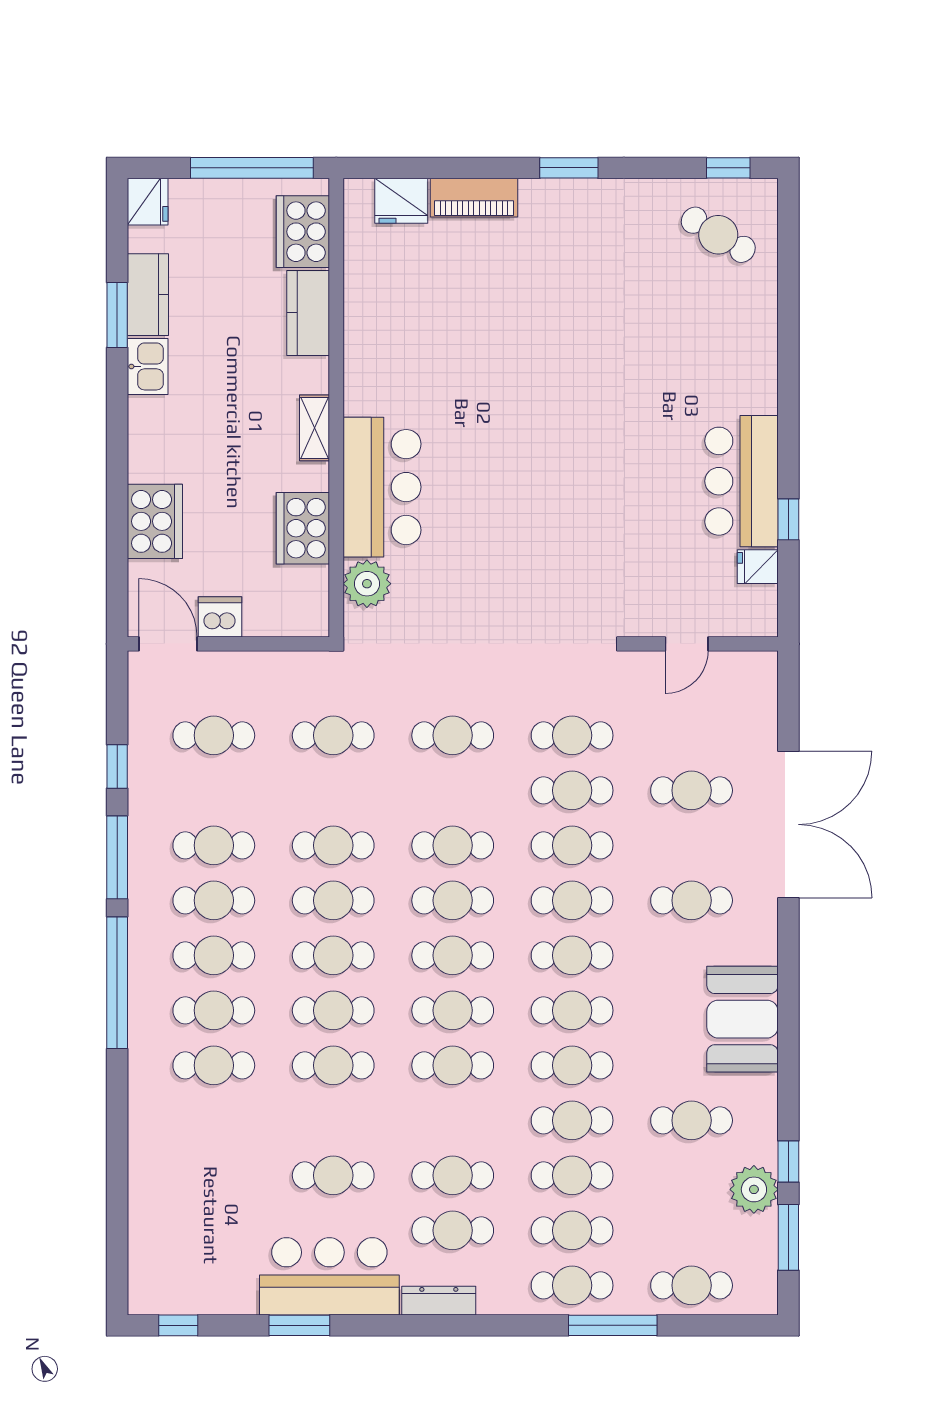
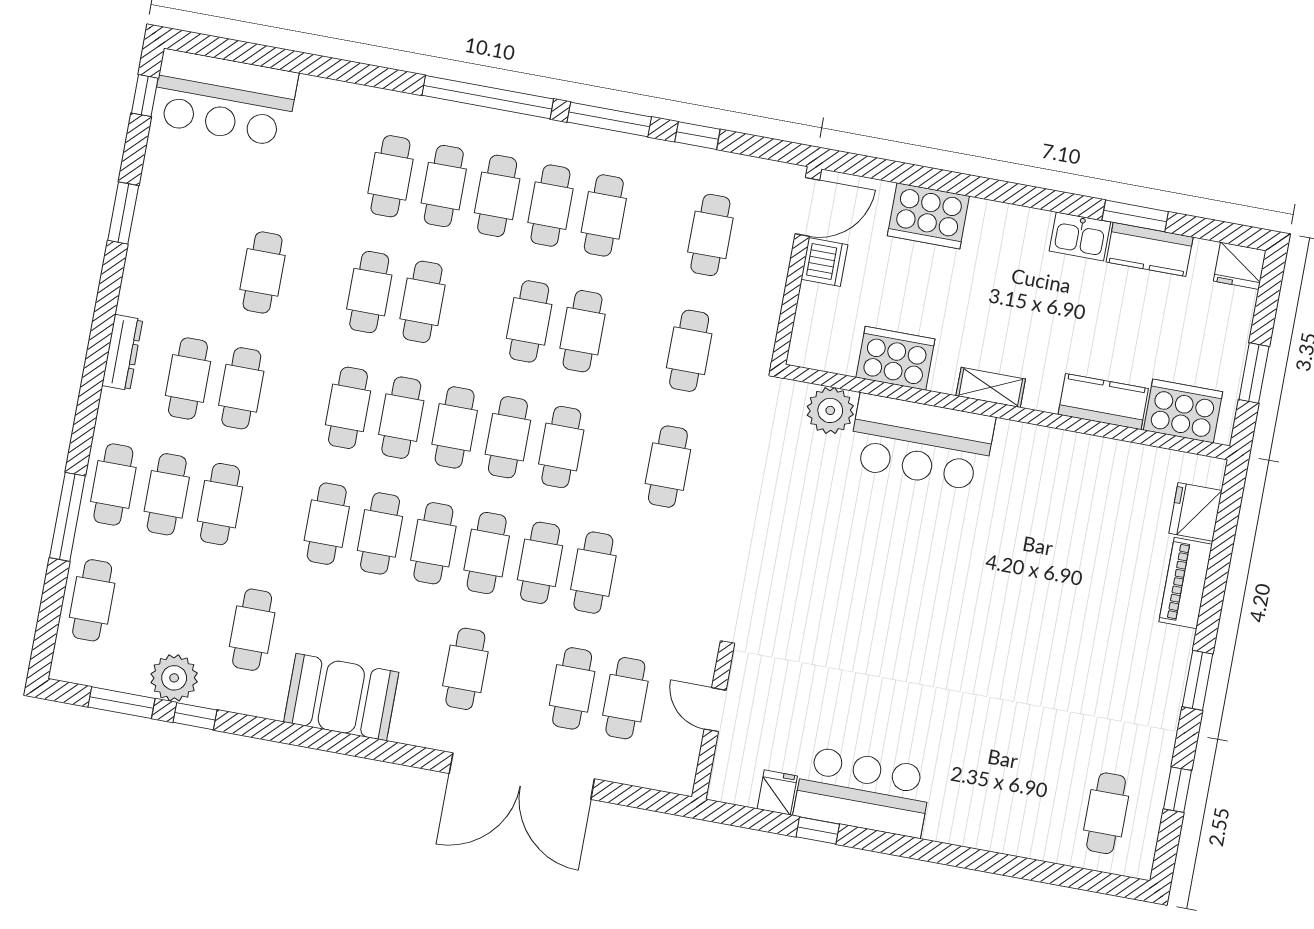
window: (252, 168) -> (1254, 373), width x0.47
window: (728, 168) -> (1177, 790), moved
cafe table: (718, 235) -> (1106, 813), turned -31
cafe table: (572, 735) -> (625, 698), moved
cafe table: (333, 955) -> (476, 312), removed
cafe table: (572, 1120) -> (273, 514), removed
bar counter: (329, 1276) -> (225, 98), moved, turned 90

